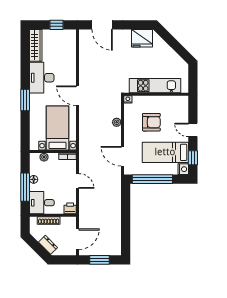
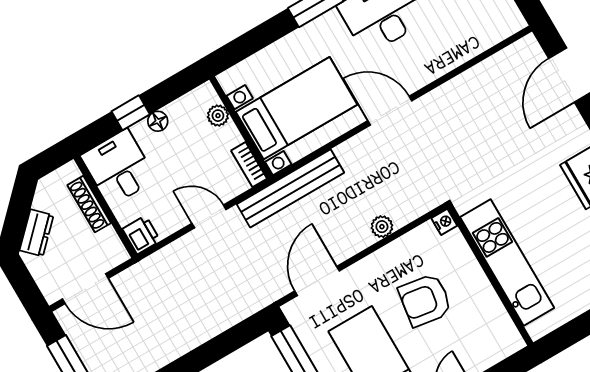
door: (78, 96) -> (390, 111), hinge flipped
armchair: (151, 122) -> (425, 300), turned 99
bench: (84, 147) -> (290, 188), added
door: (78, 181) -> (209, 216), swing flipped
window: (25, 187) -> (131, 113), width x0.46

